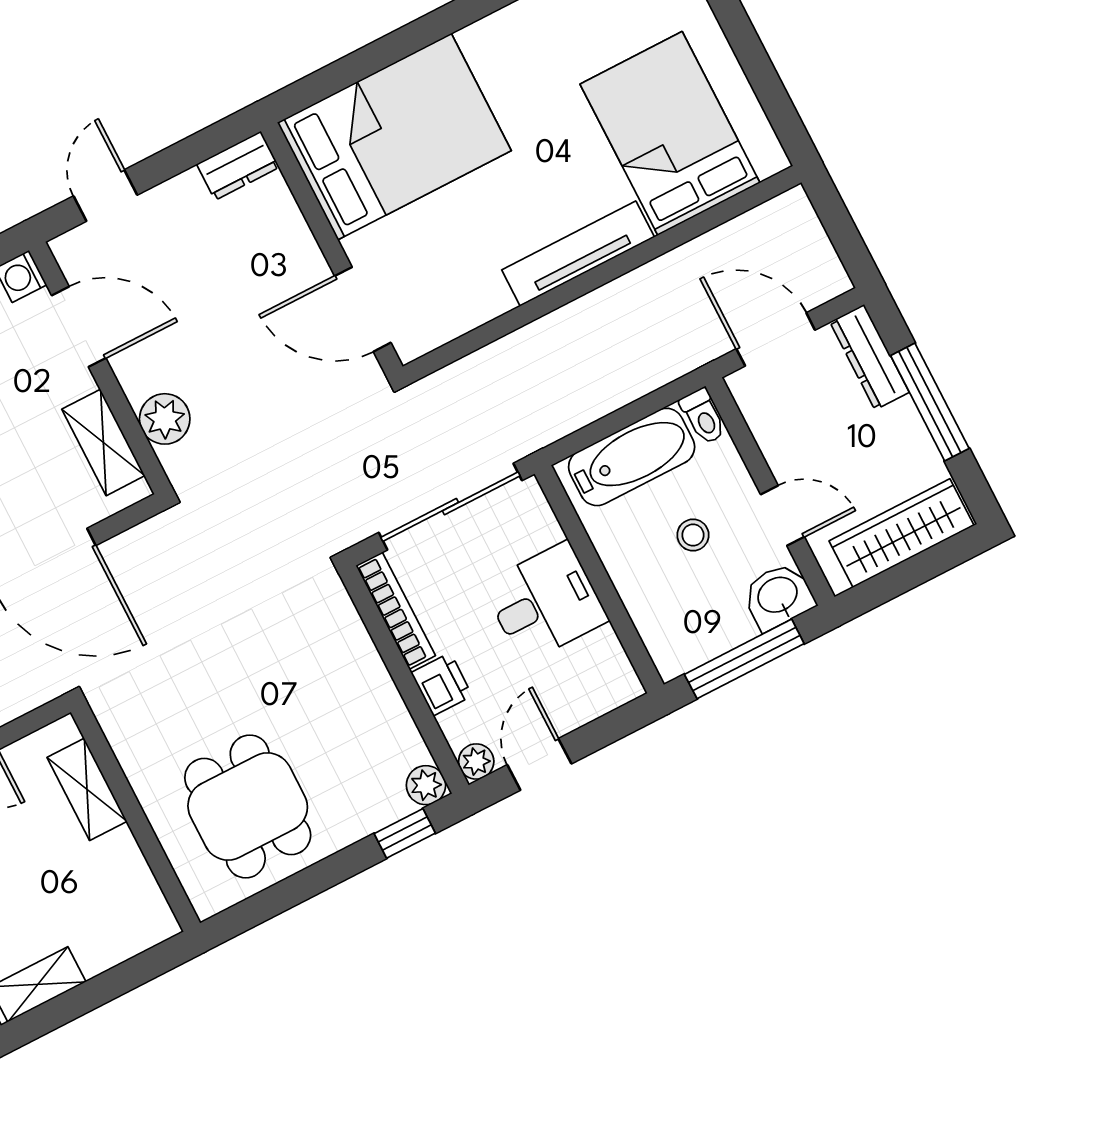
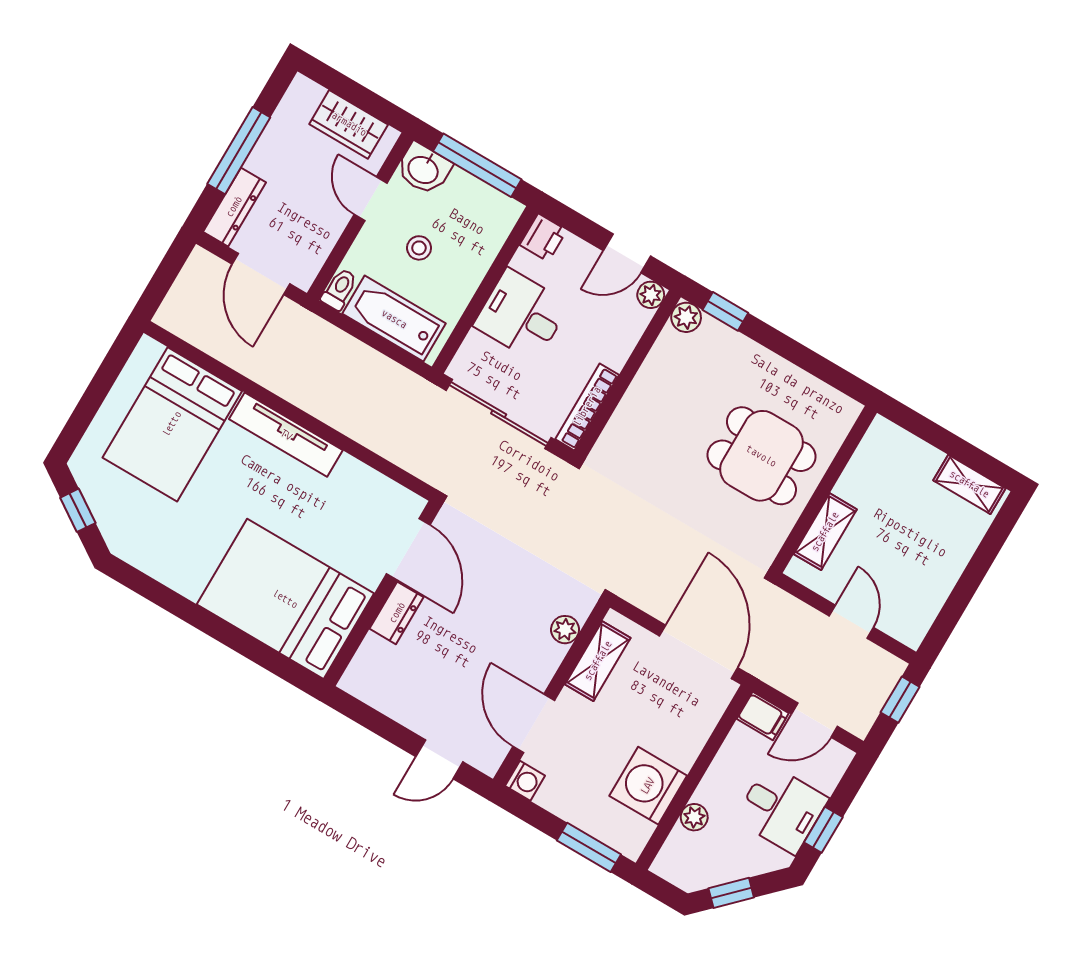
dresser: (238, 166) -> (397, 613), moved, turned 90
plant: (165, 419) -> (565, 630), width x0.73, depth x0.73
wardrobe: (901, 533) -> (349, 124), width x0.67
printer: (442, 684) -> (543, 238), moved, turned 180
dining table: (248, 806) -> (761, 456), moved, turned 90

